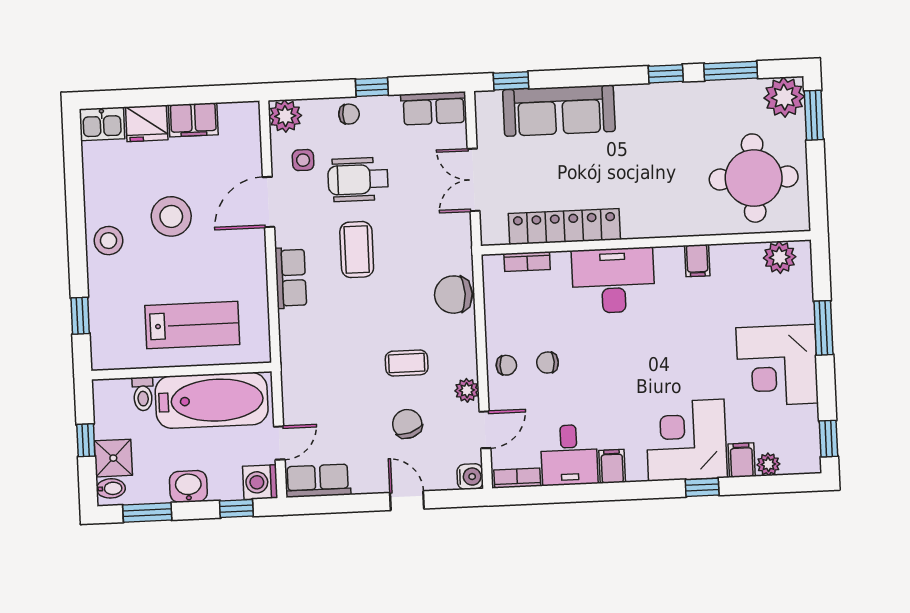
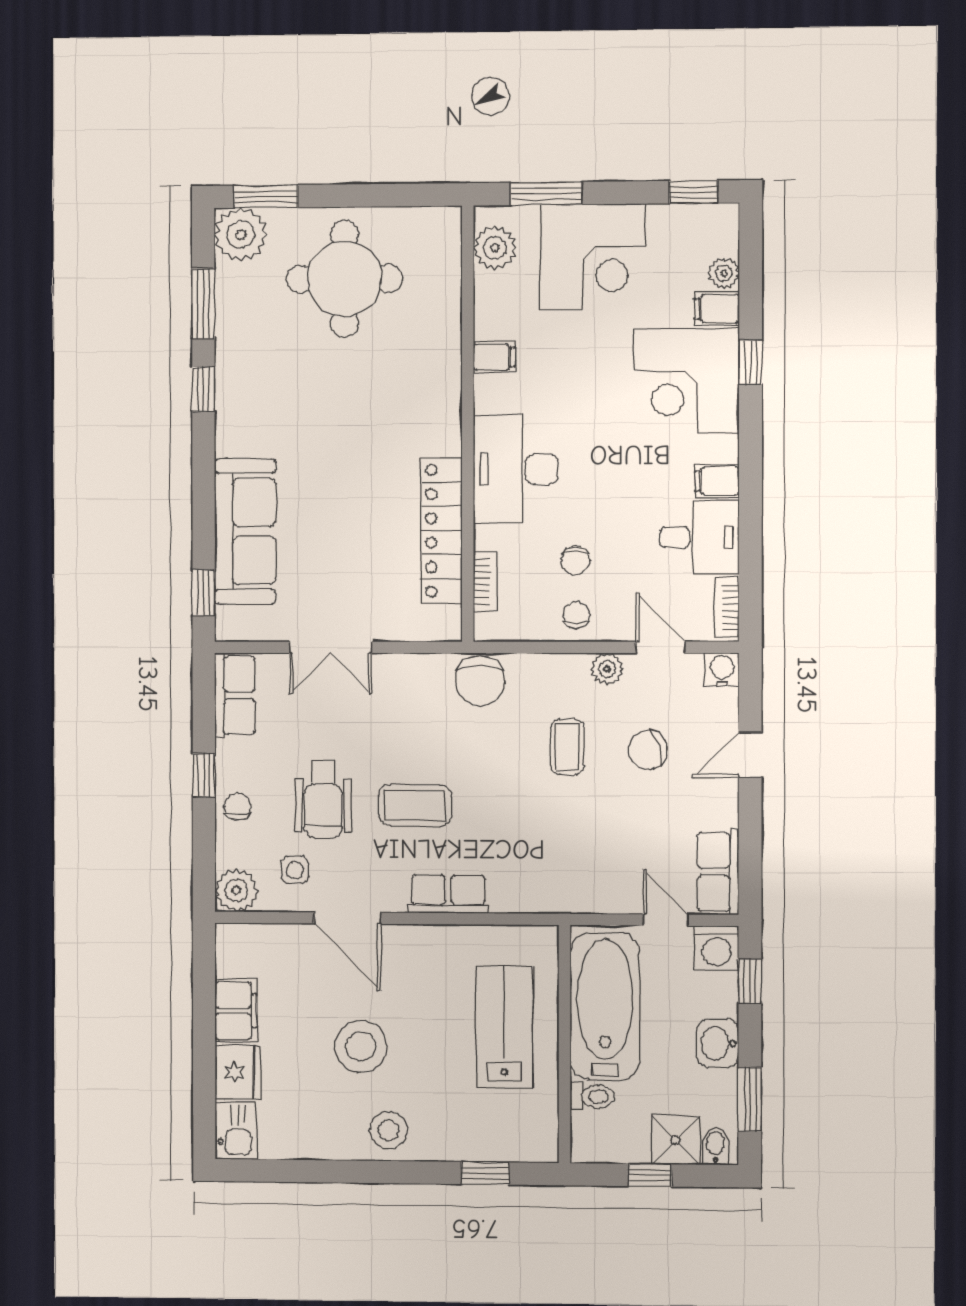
locker: (564, 227) -> (442, 531), moved
wall: (646, 243) -> (468, 424), moved
plant: (780, 257) -> (495, 248), moved
bookcase: (527, 261) -> (485, 582), moved
filing cabinet: (697, 261) -> (494, 357), moved
desk: (613, 280) -> (516, 469), moved

